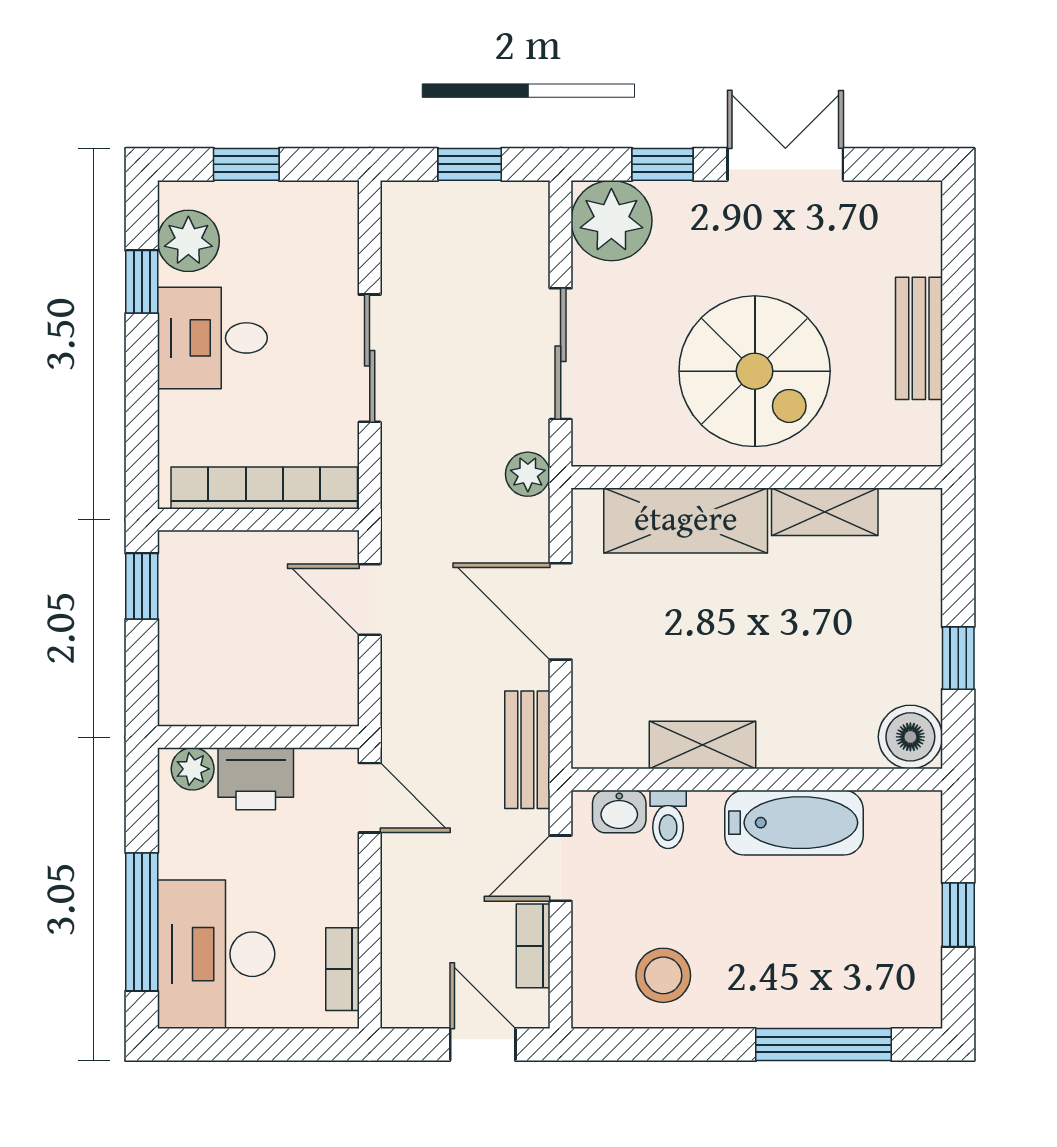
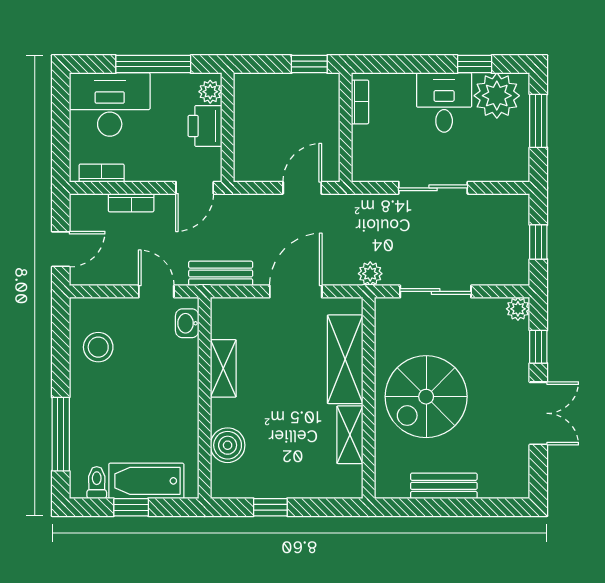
window: (246, 164) -> (538, 121), width x1.50
plant: (611, 221) -> (518, 309), width x0.53, depth x0.53
plant: (188, 241) -> (497, 96), width x1.36, depth x1.36
bookcase: (264, 488) -> (360, 102), width x0.43, depth x0.76
boiler: (910, 737) -> (228, 445), moved
toilet: (668, 819) -> (97, 483), moved, turned 90
bathtub: (794, 823) -> (146, 481), moved, turned 90
window: (142, 922) -> (153, 64), moved
bookcase: (533, 946) -> (131, 203), moved, turned 180

